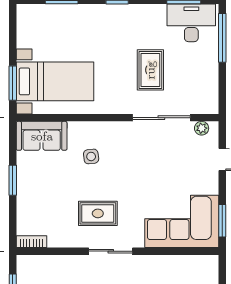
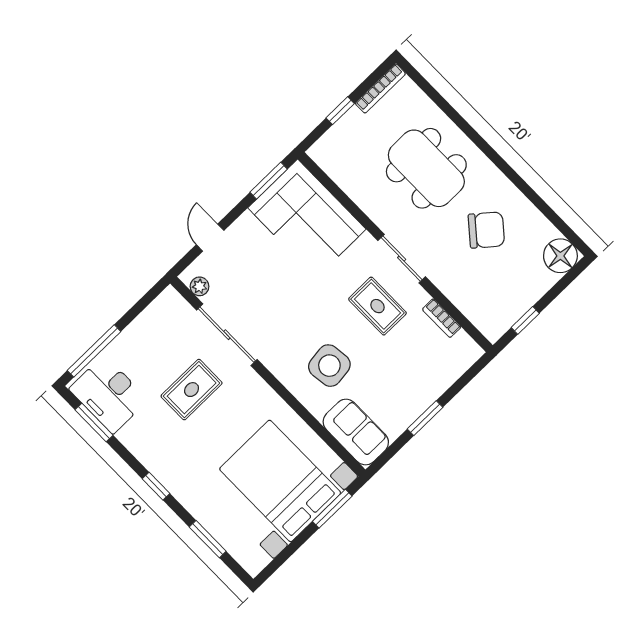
bed with nightstands: (55, 81) -> (280, 481), width x1.36
side table: (91, 156) -> (329, 366), width x1.87, depth x1.87
bookcase: (31, 242) -> (442, 318), moved

